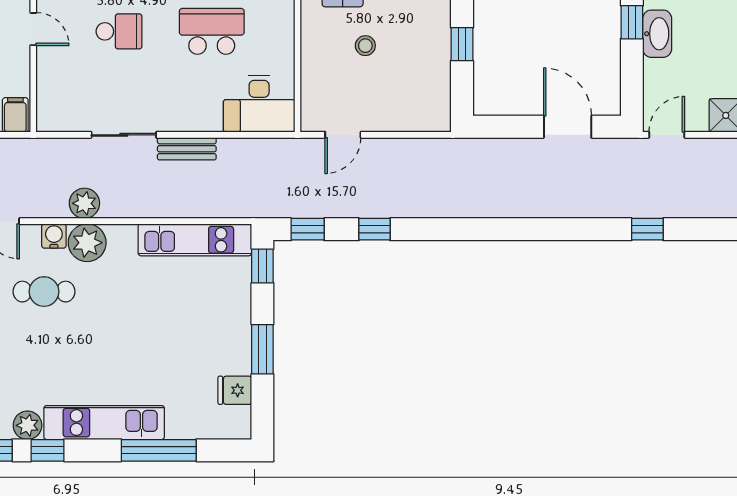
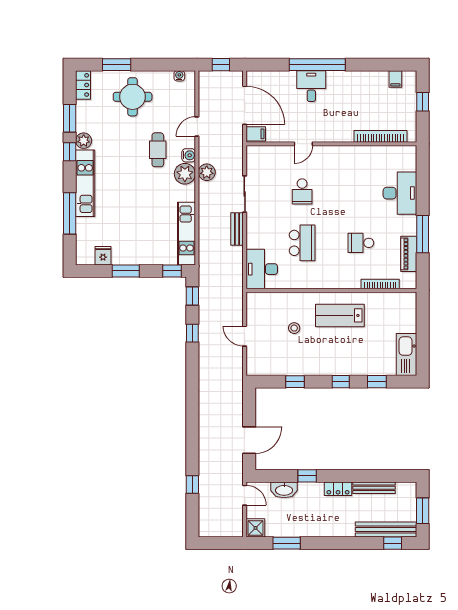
washbasin: (657, 34) -> (284, 490), moved
door: (343, 135) -> (245, 336), moved

